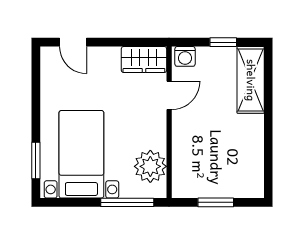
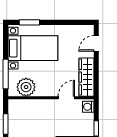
wardrobe: (144, 60) -> (87, 77), width x1.50
door: (169, 95) -> (66, 98), swing flipped

